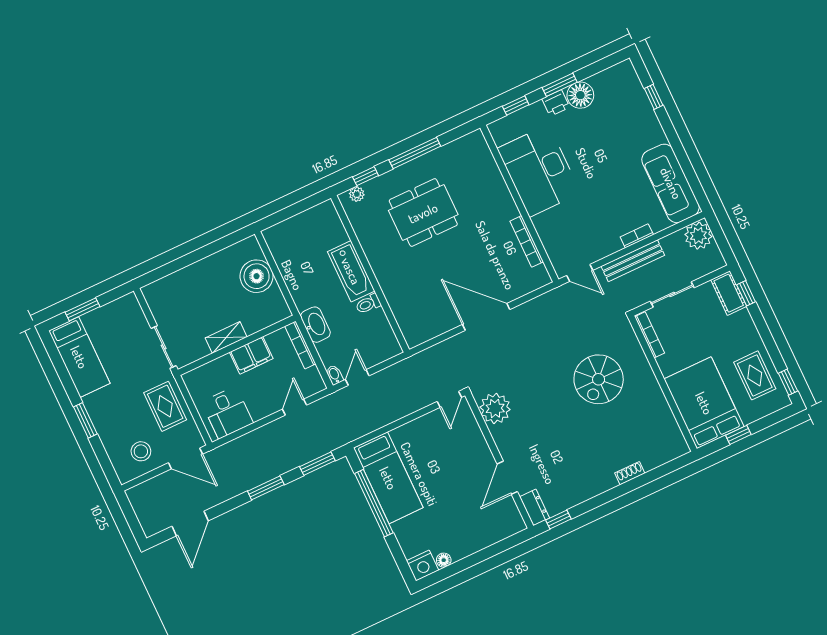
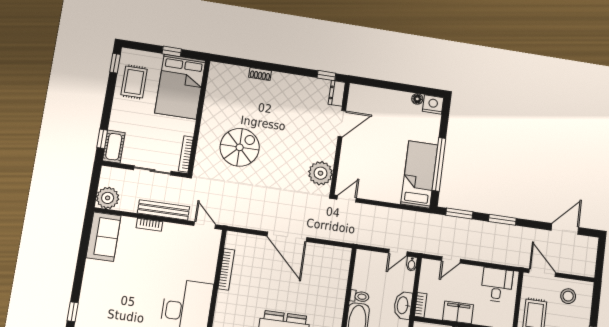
sofa: (671, 183) -> (104, 237), width x0.73
bookcase: (300, 345) -> (421, 305), width x0.64

